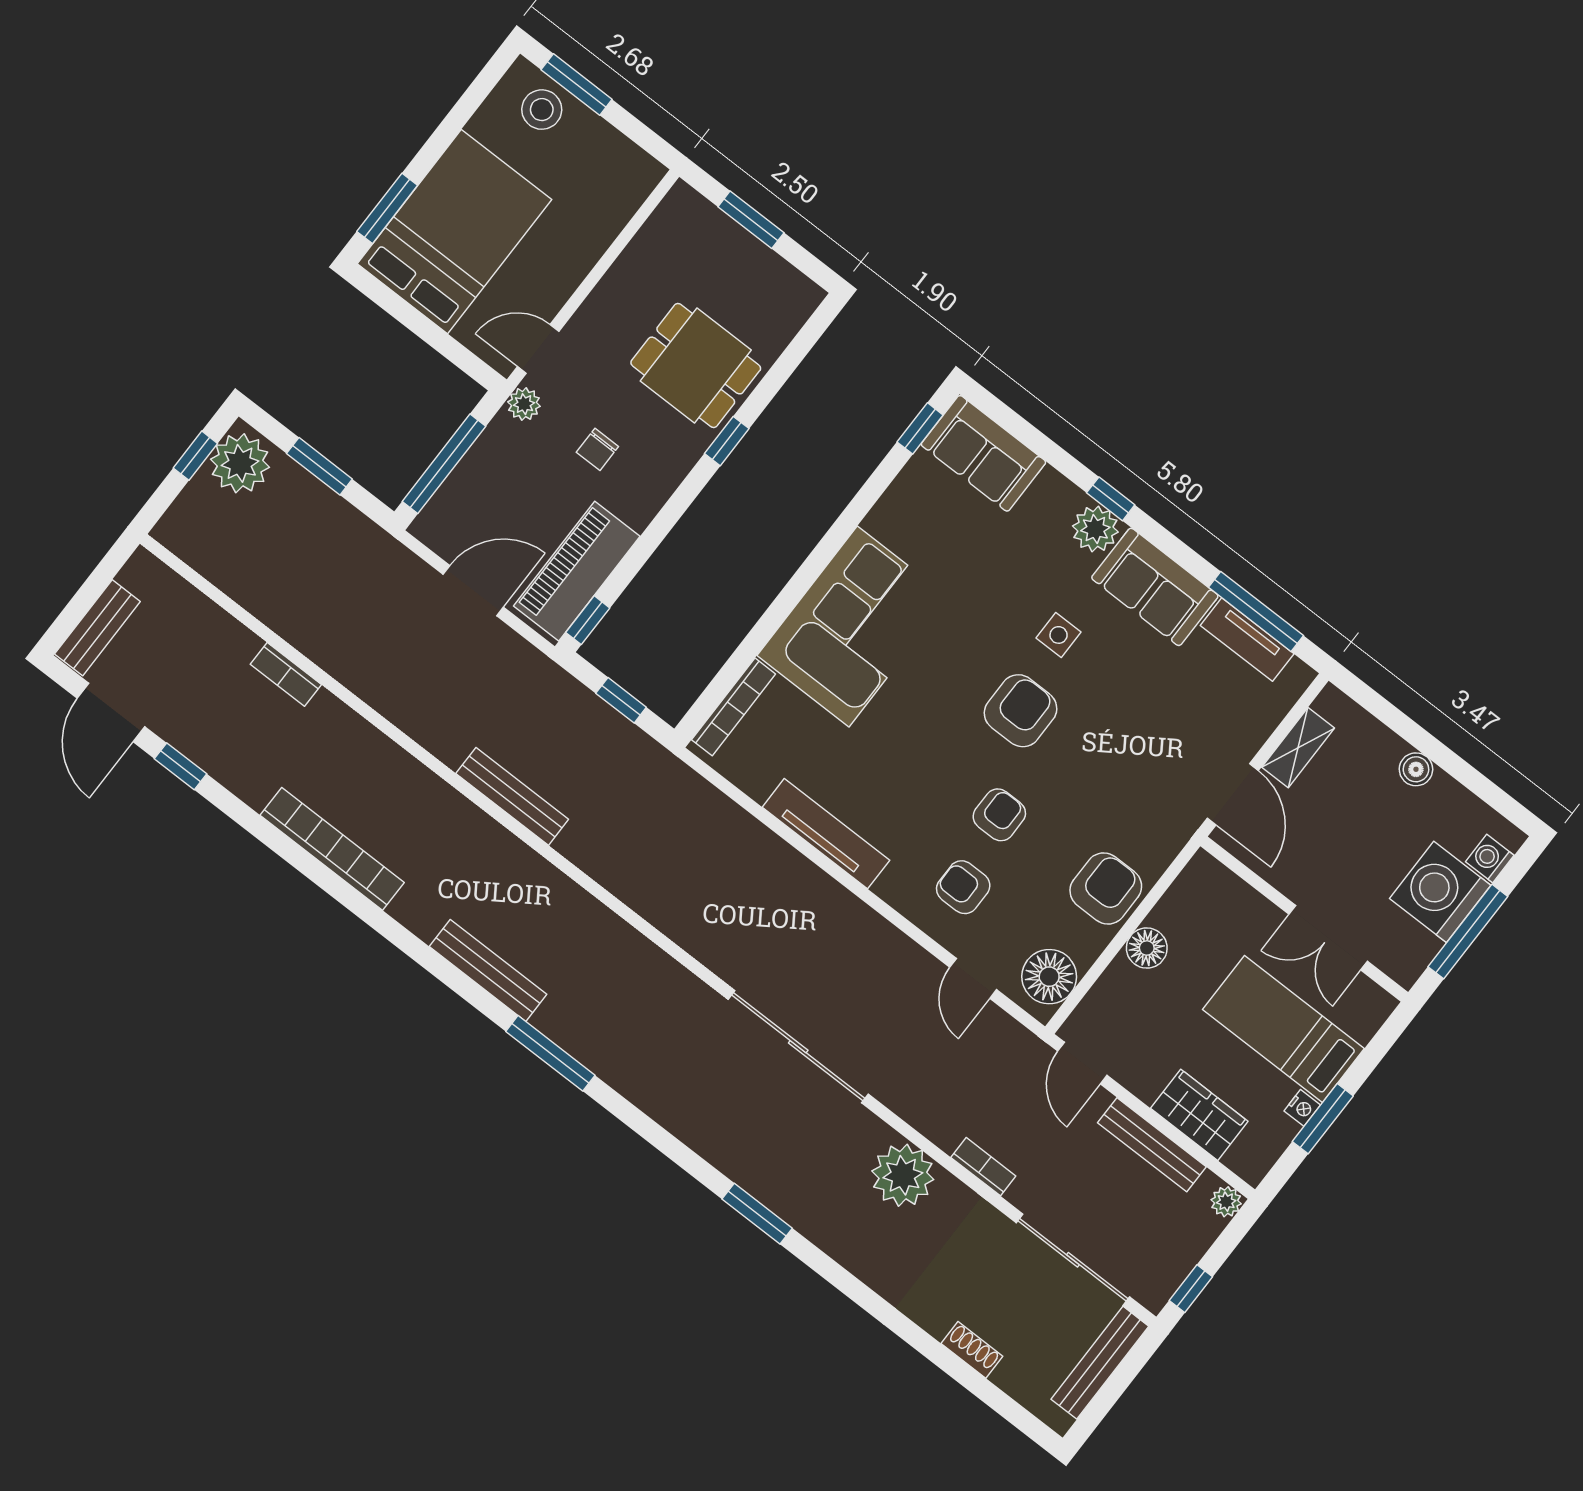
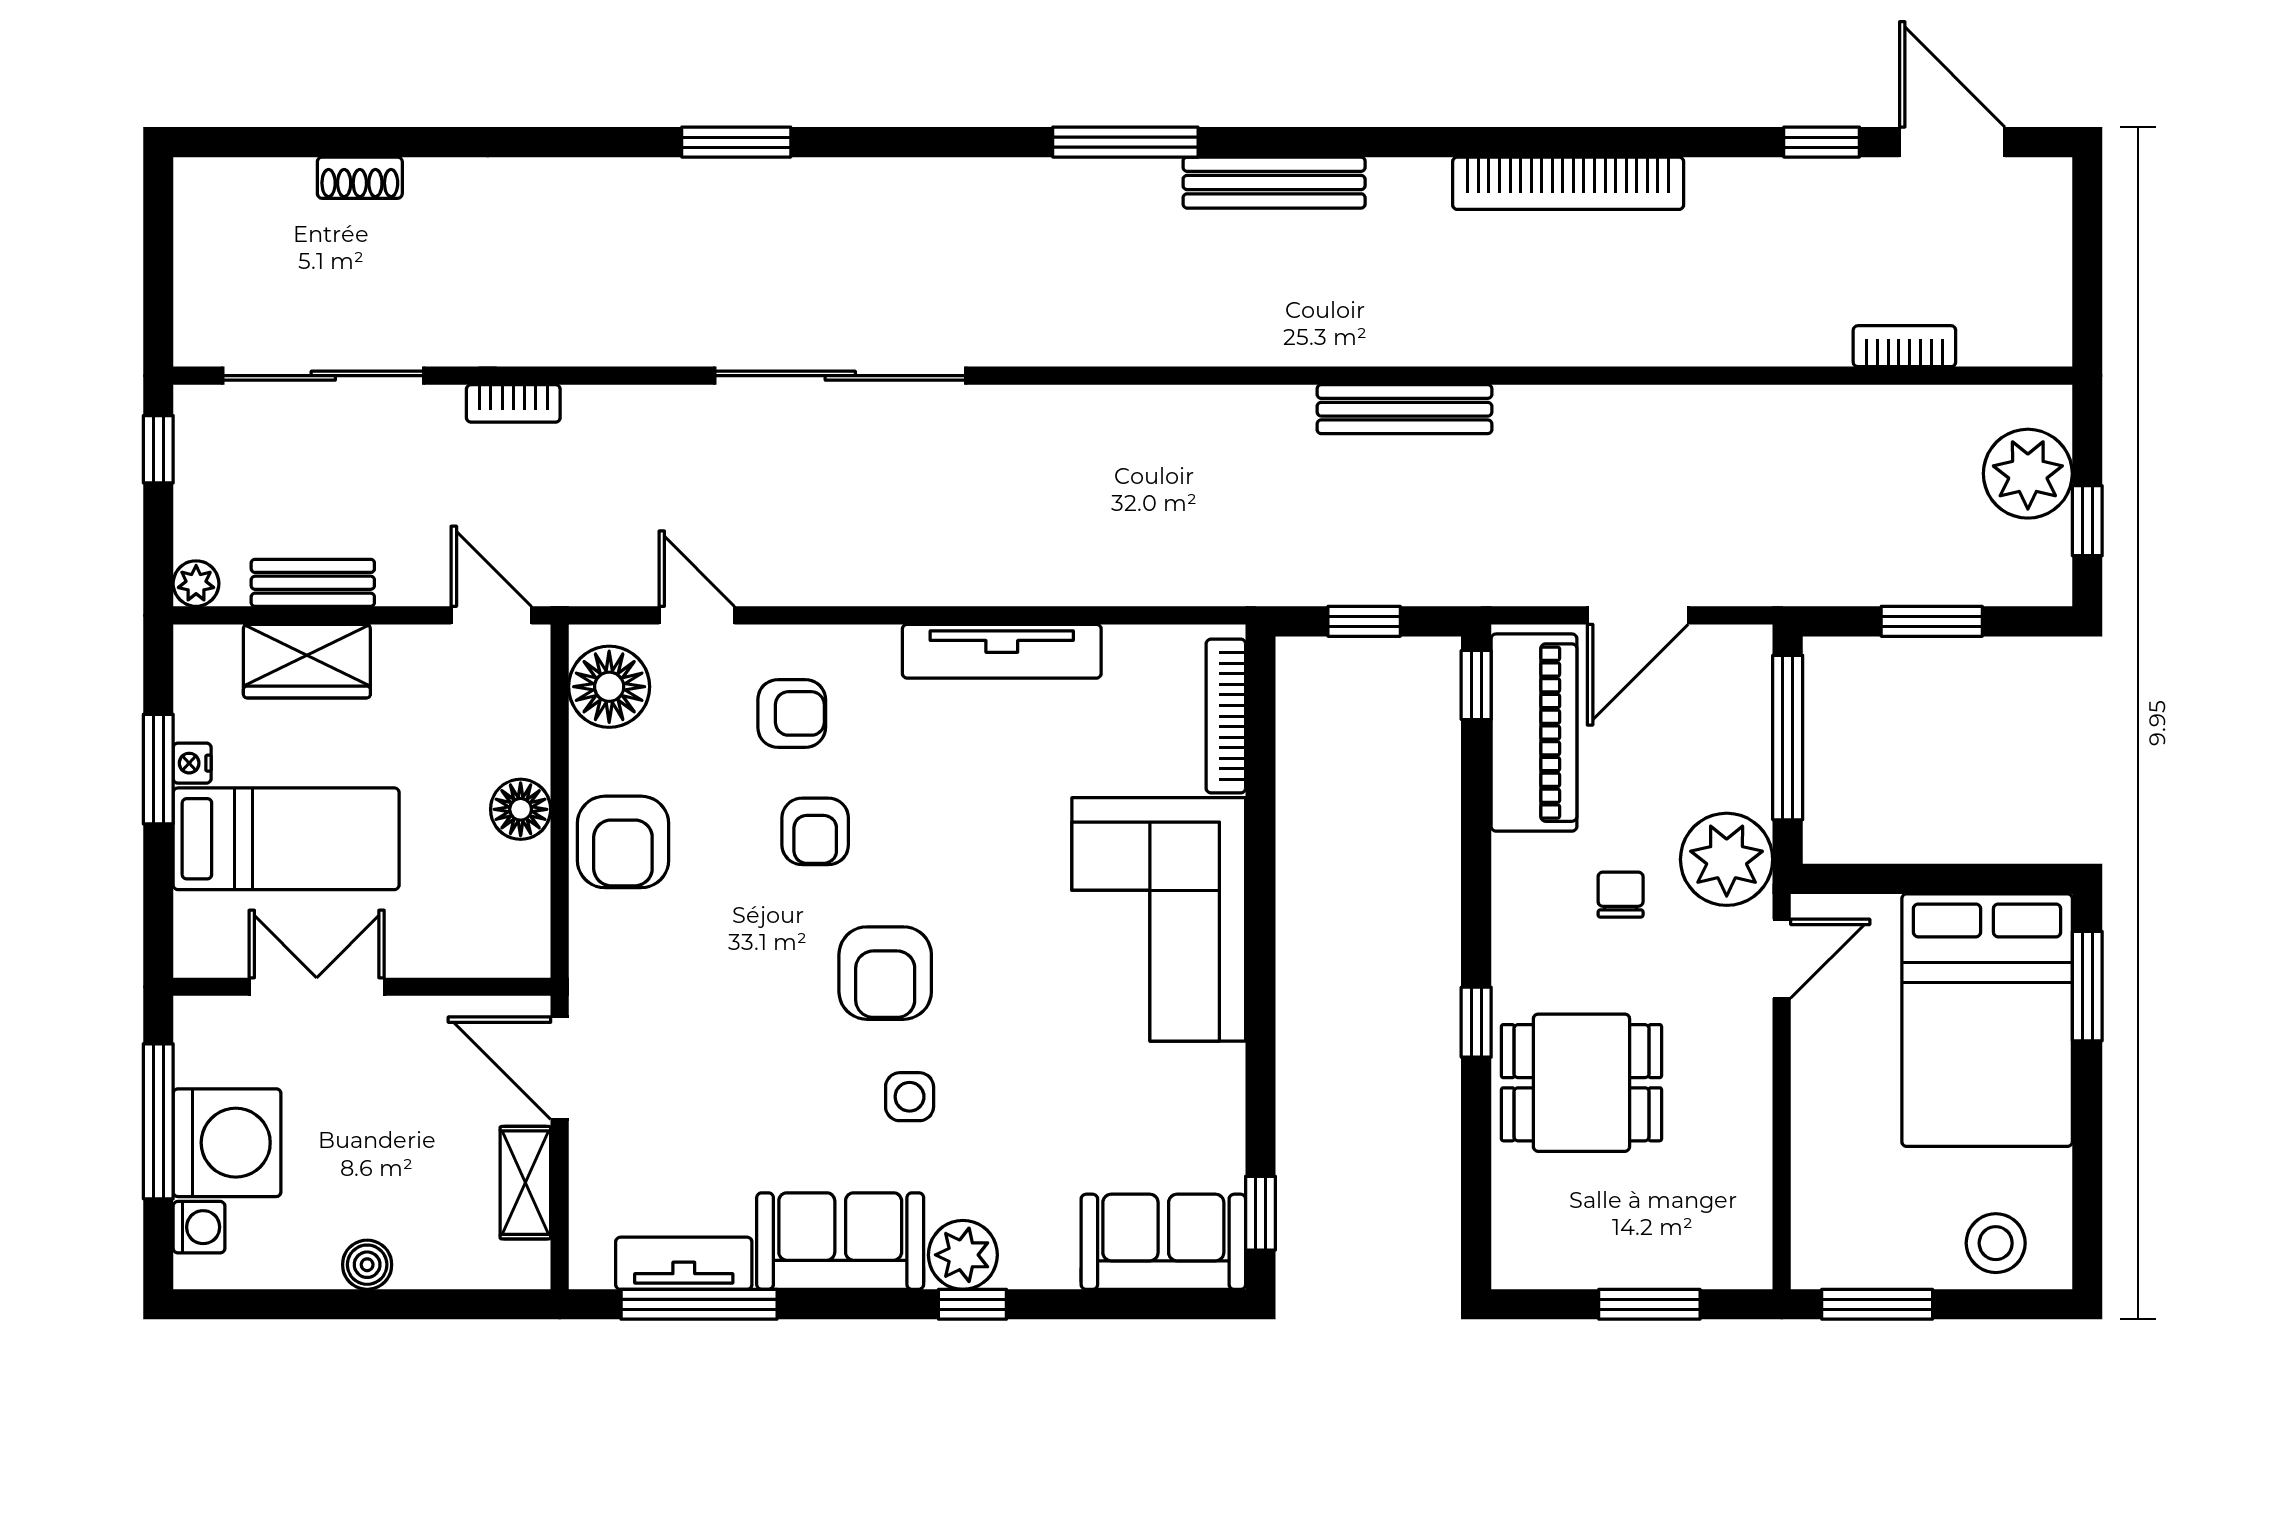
window: (577, 85) -> (1877, 1304), moved
plant: (524, 404) -> (1727, 859), width x1.88, depth x1.88
plant: (240, 463) -> (2028, 474), moved
bench: (97, 628) -> (2046, 229), removed
bookcase: (286, 674) -> (1904, 346), moved
bench: (1152, 1145) -> (313, 583), width x0.73
plant: (903, 1175) -> (600, 320), removed
bench: (1100, 1363) -> (198, 279), removed

